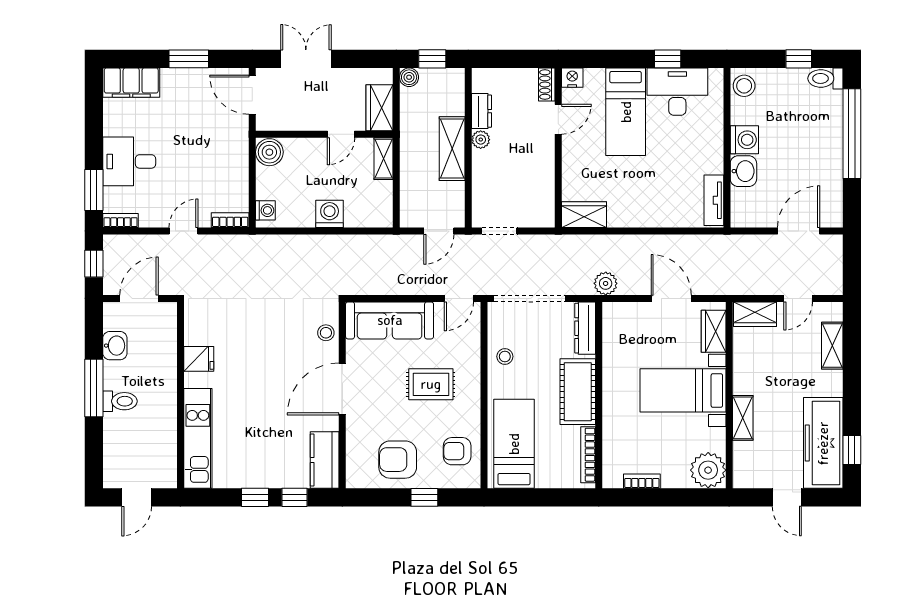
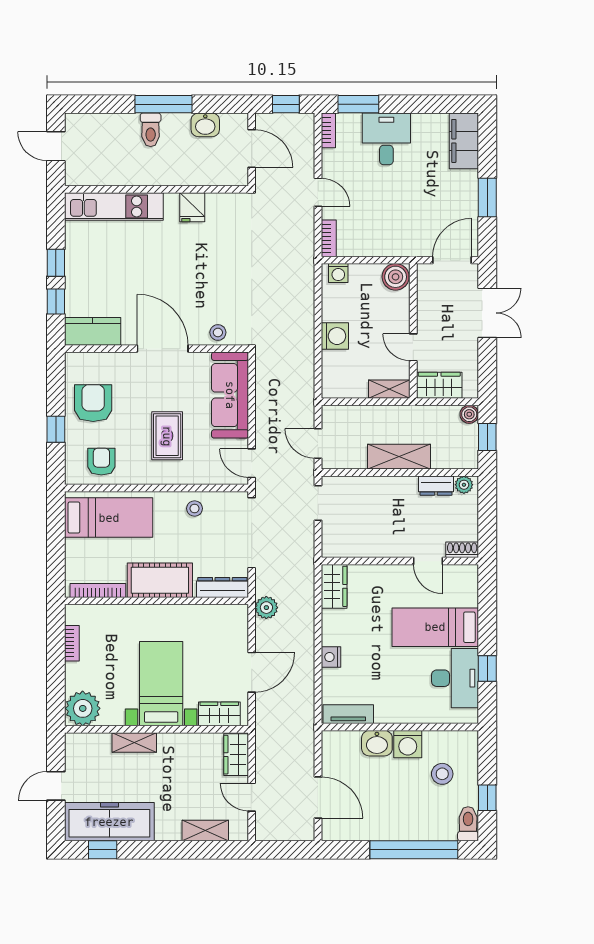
nightstand: (572, 78) -> (331, 657), moved, turned 180
stool: (744, 86) -> (442, 774), moved
plant: (481, 140) -> (464, 485), moved

